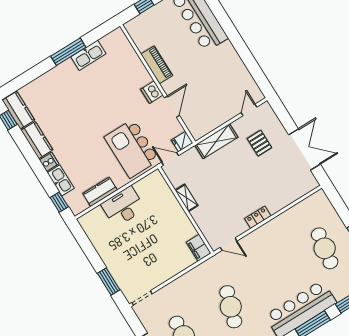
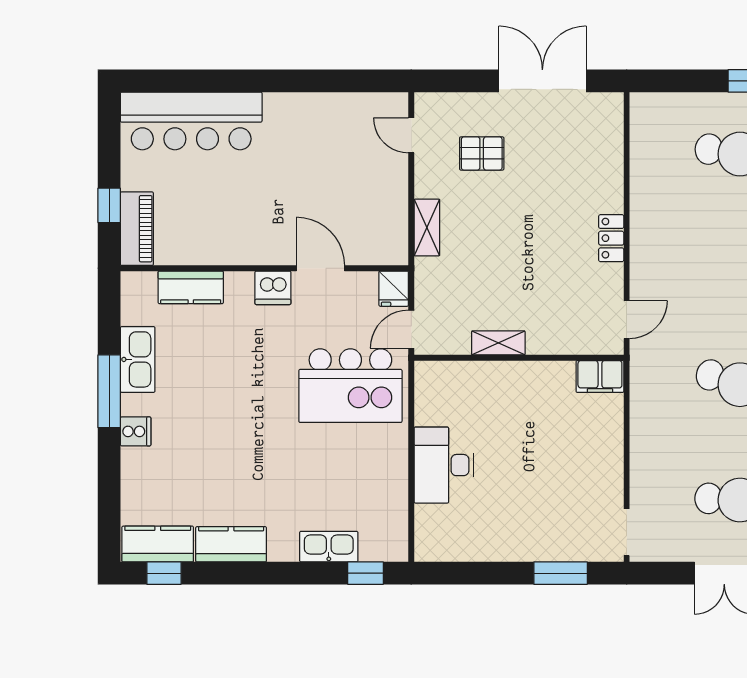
piano: (157, 65) -> (137, 229), moved, turned 90
shelving: (216, 141) -> (427, 228), width x0.67, depth x0.75
cooker: (49, 162) -> (136, 431), moved, turned 90
kitchen counter: (100, 192) -> (191, 287), moved, turned -90

